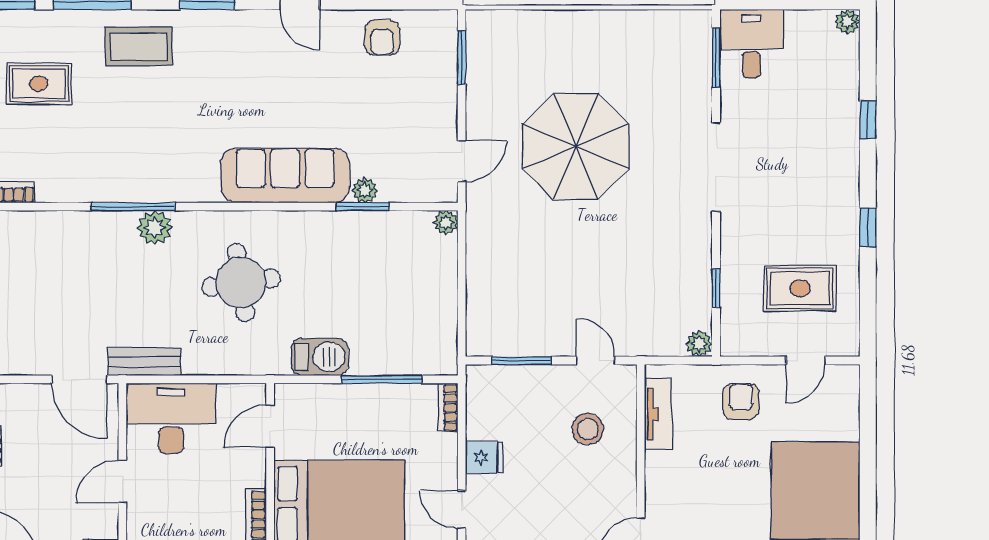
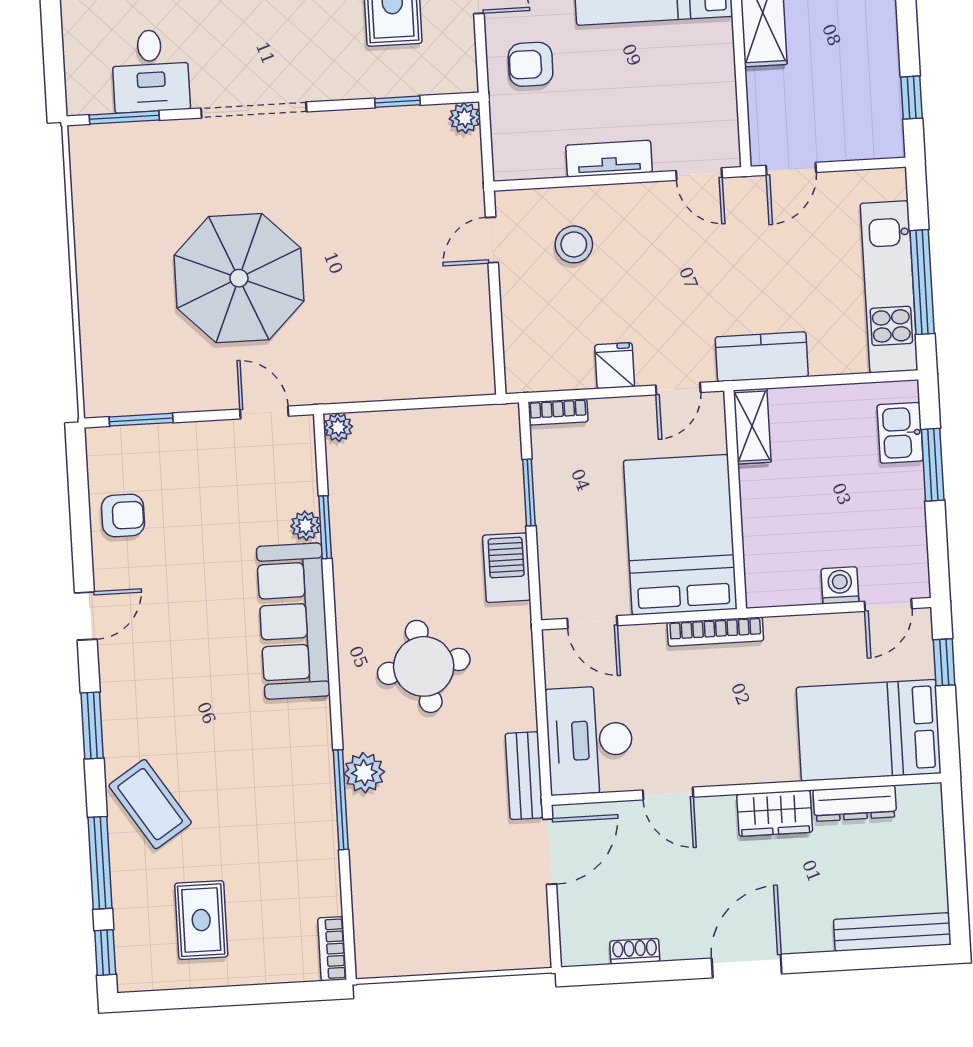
desk: (751, 43) -> (151, 71), moved, turned -90
coffee table: (139, 46) -> (150, 804), turned -33
window: (522, 360) -> (497, 328), removed
window: (382, 379) -> (529, 492), width x0.69
tv unit: (658, 414) -> (609, 159), moved

